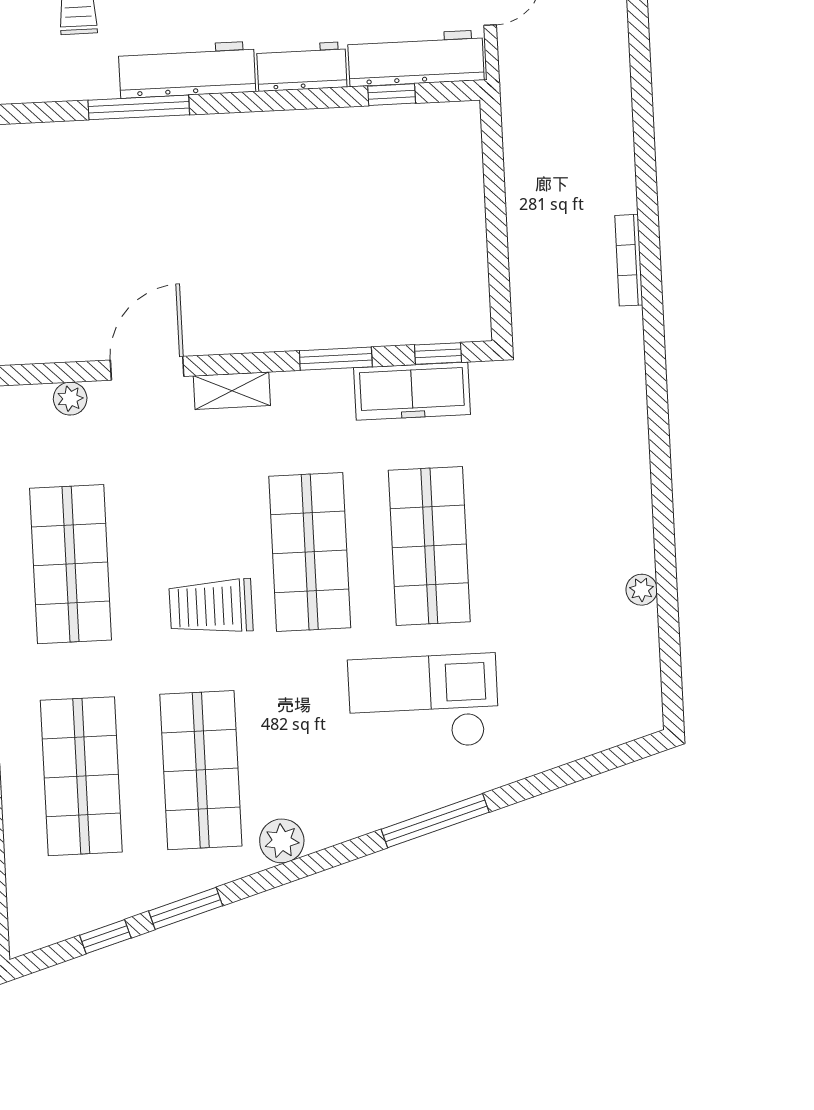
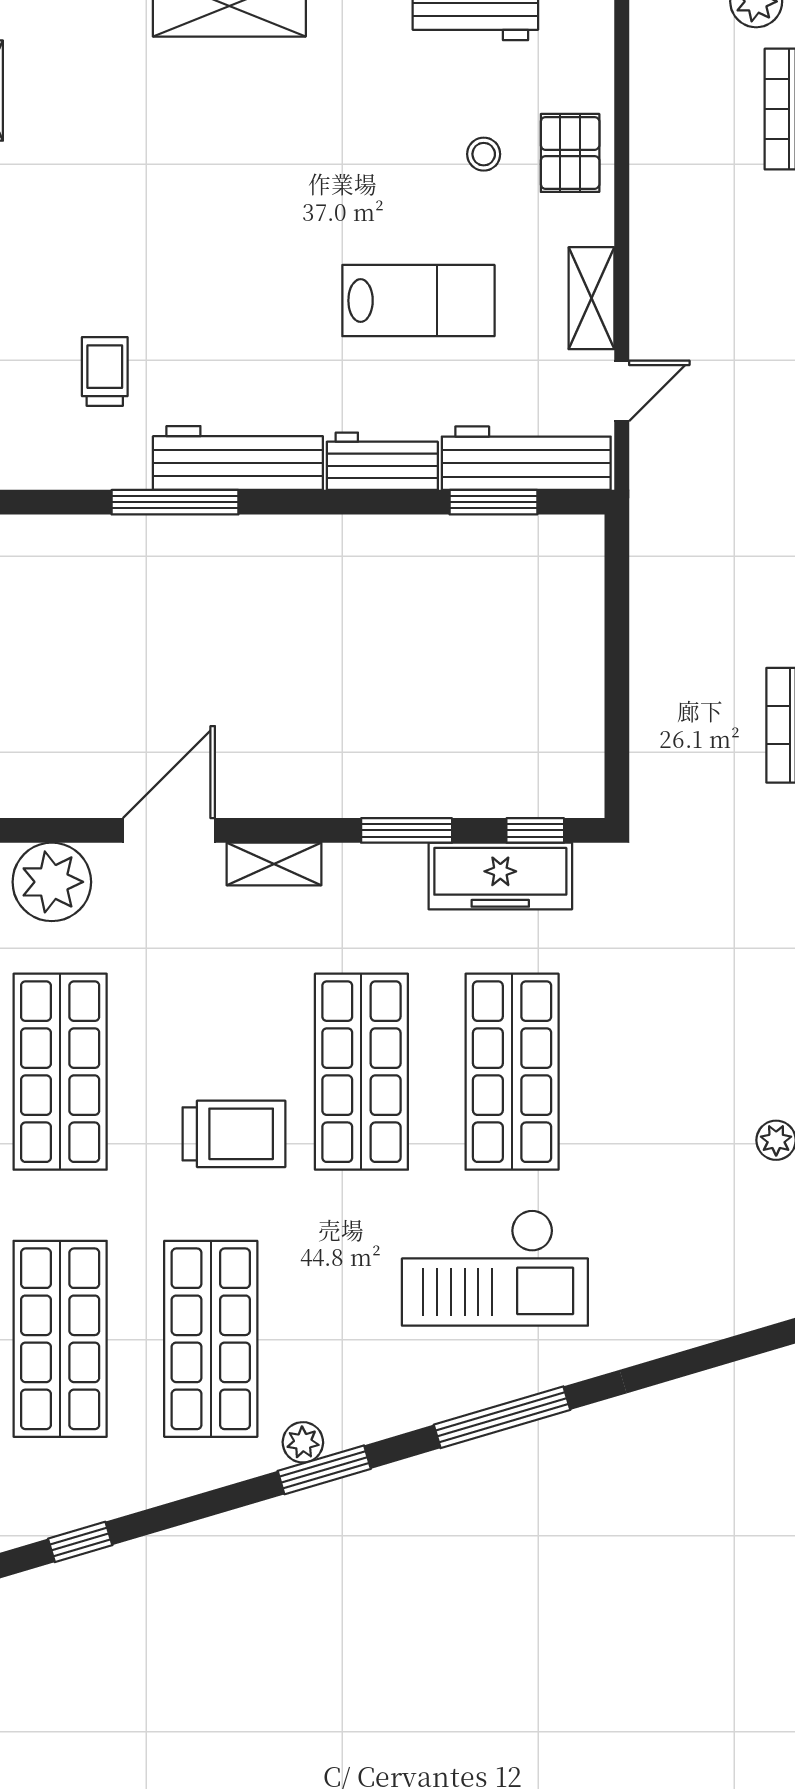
window: (392, 95) -> (493, 502), width x1.50
plant: (70, 399) -> (52, 882), width x1.88, depth x1.88
trolley: (211, 606) -> (234, 1134), turned 180
checkout: (424, 702) -> (495, 1268), turned 180
plant: (282, 841) -> (303, 1442), width x0.73, depth x0.73
window: (186, 908) -> (324, 1470), moved

